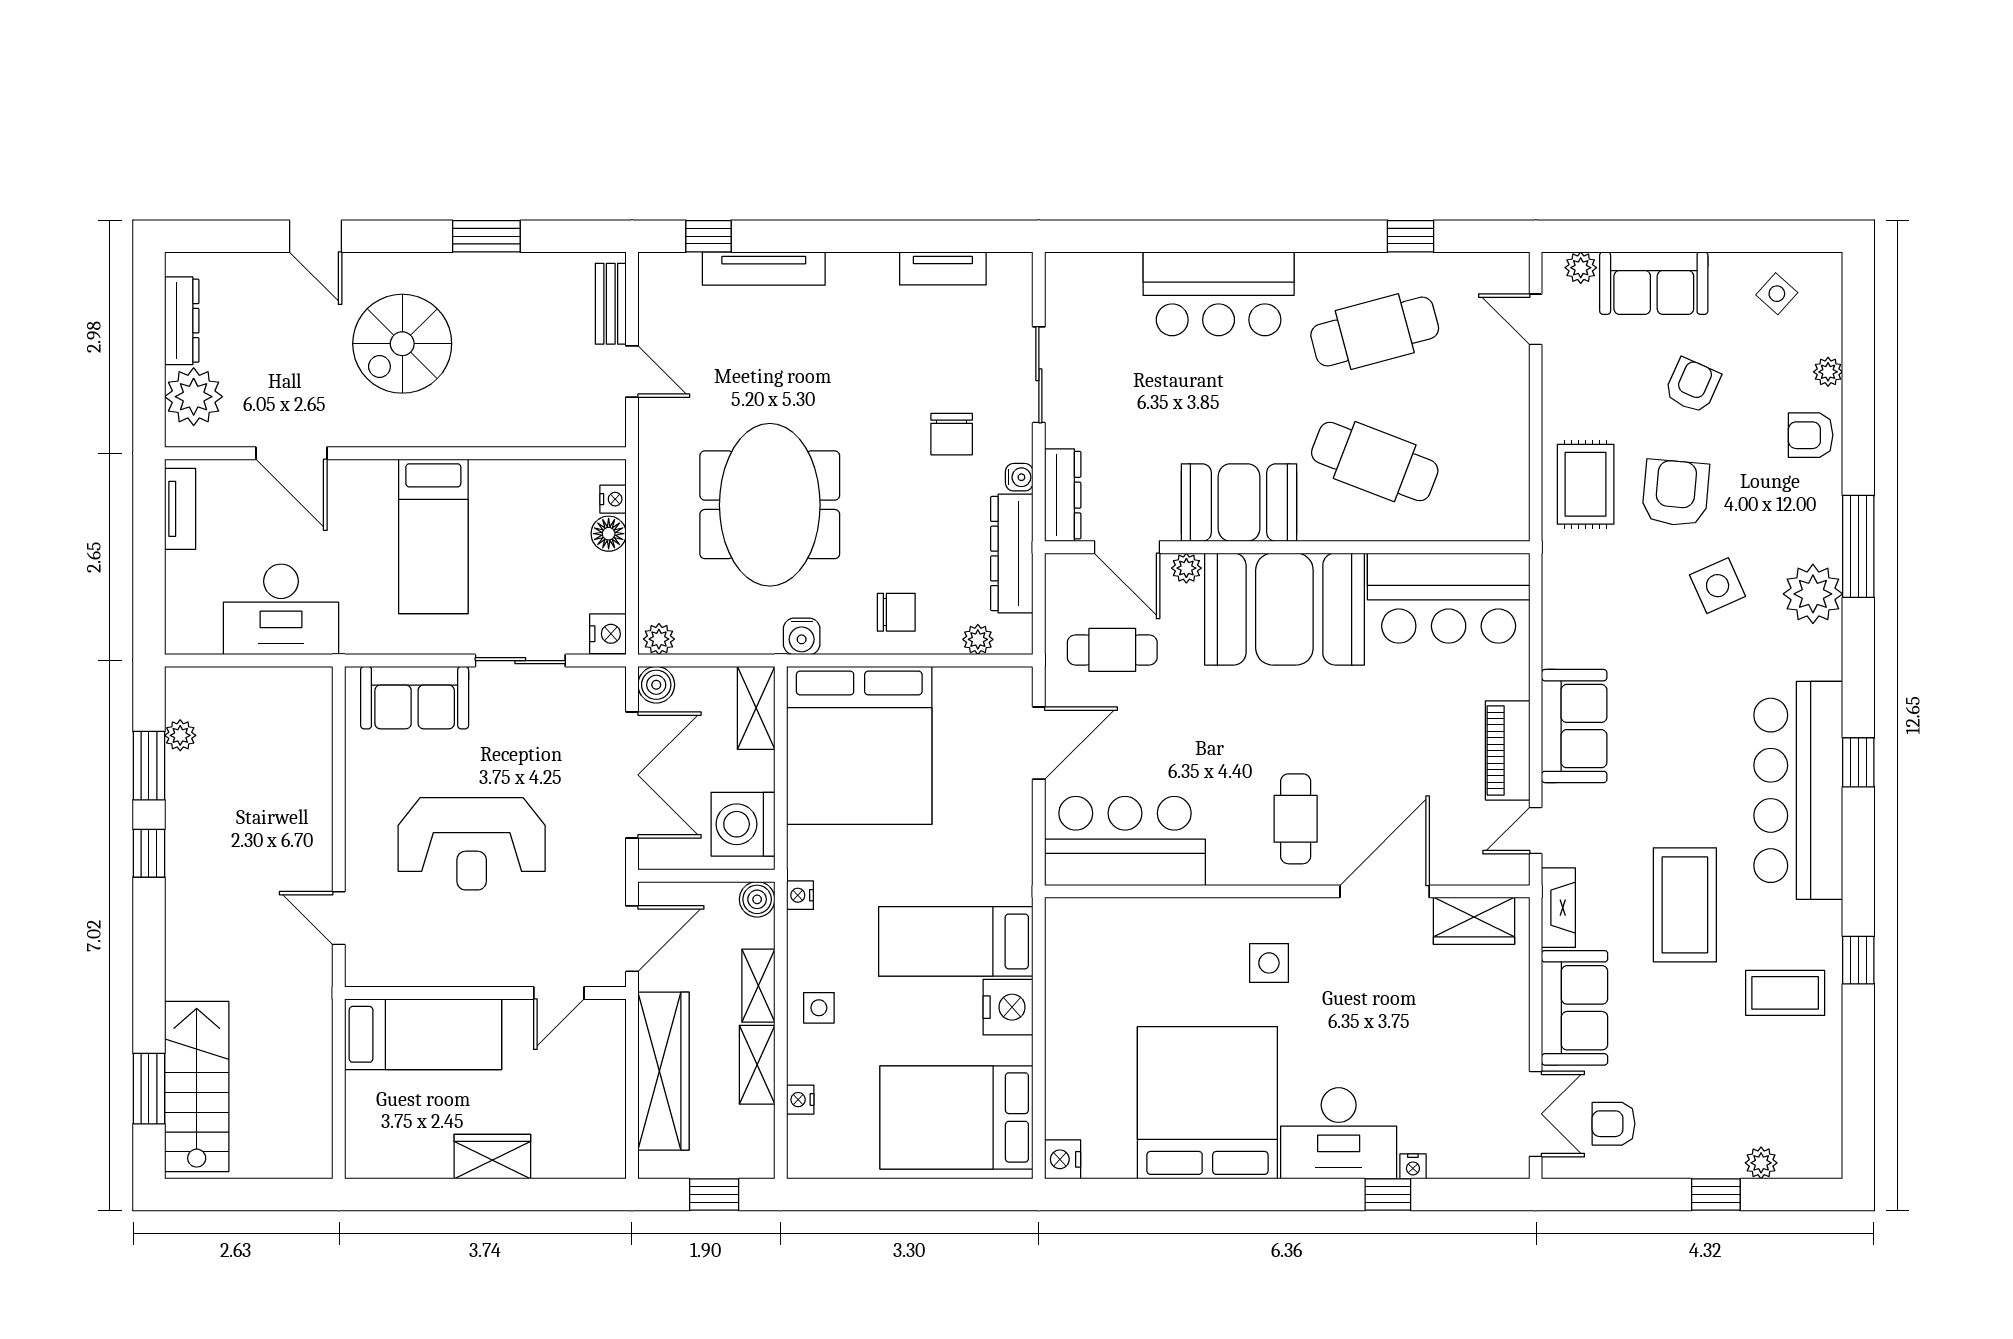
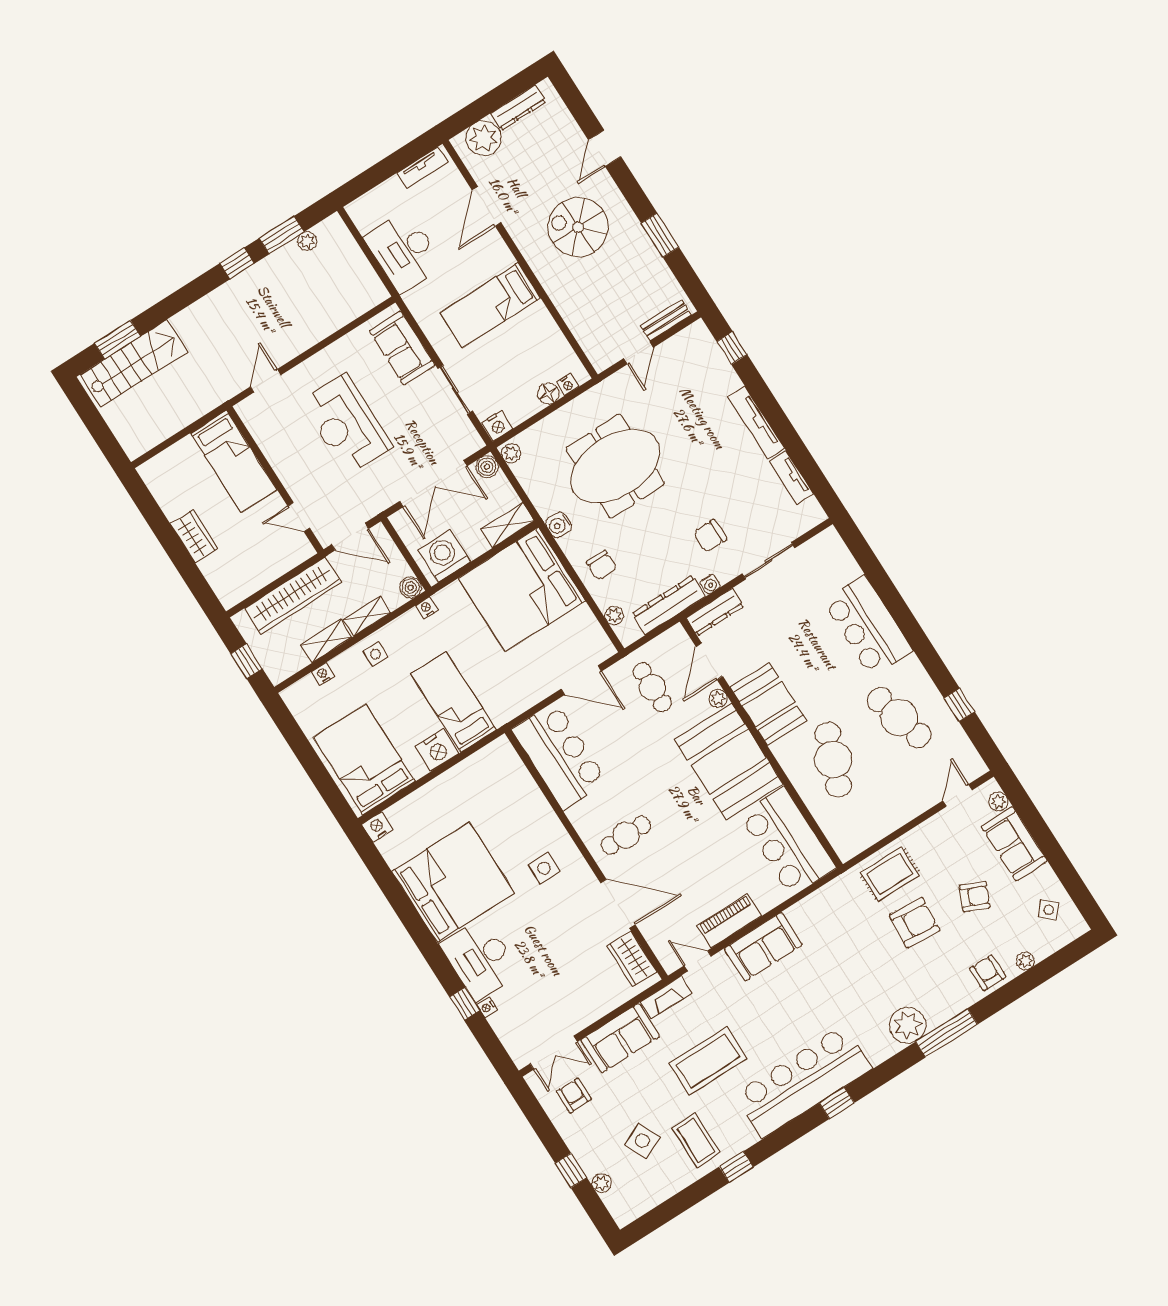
tv unit: (764, 268) -> (756, 423), moved
side table: (1718, 586) -> (642, 1141), moved

